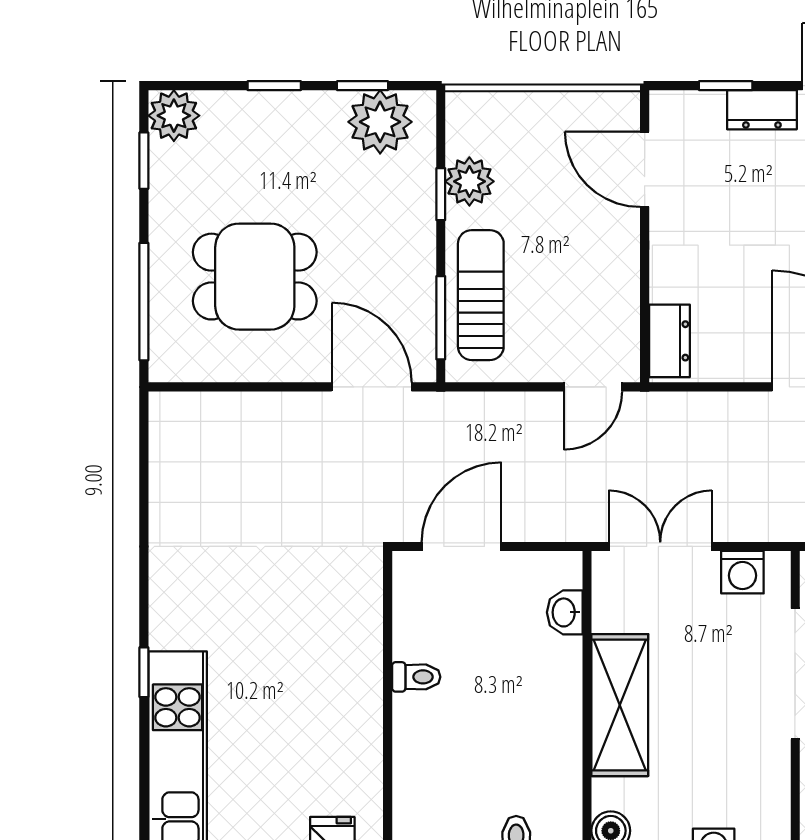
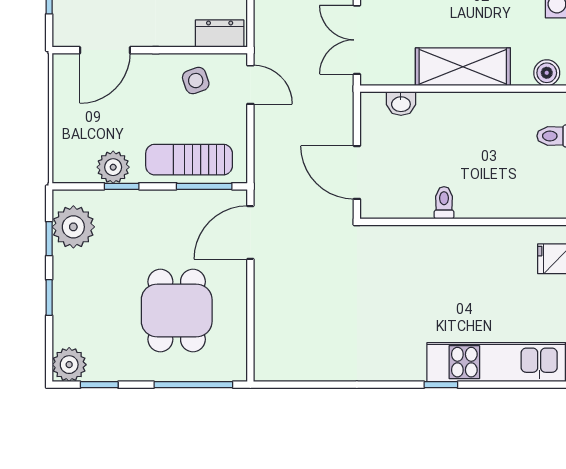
side table: (599, 305) -> (196, 81), added

